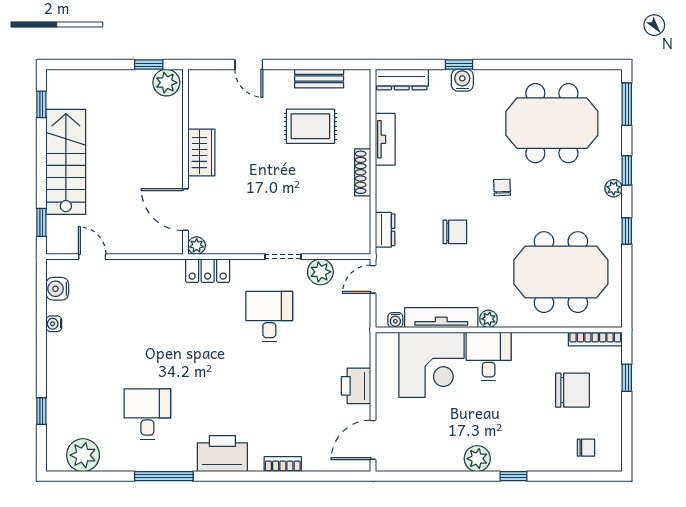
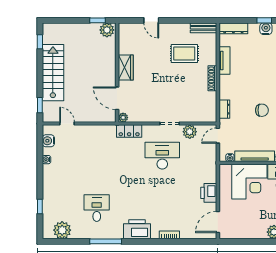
bench: (319, 79) -> (204, 28), moved
desk: (269, 317) -> (162, 156), width x1.37

